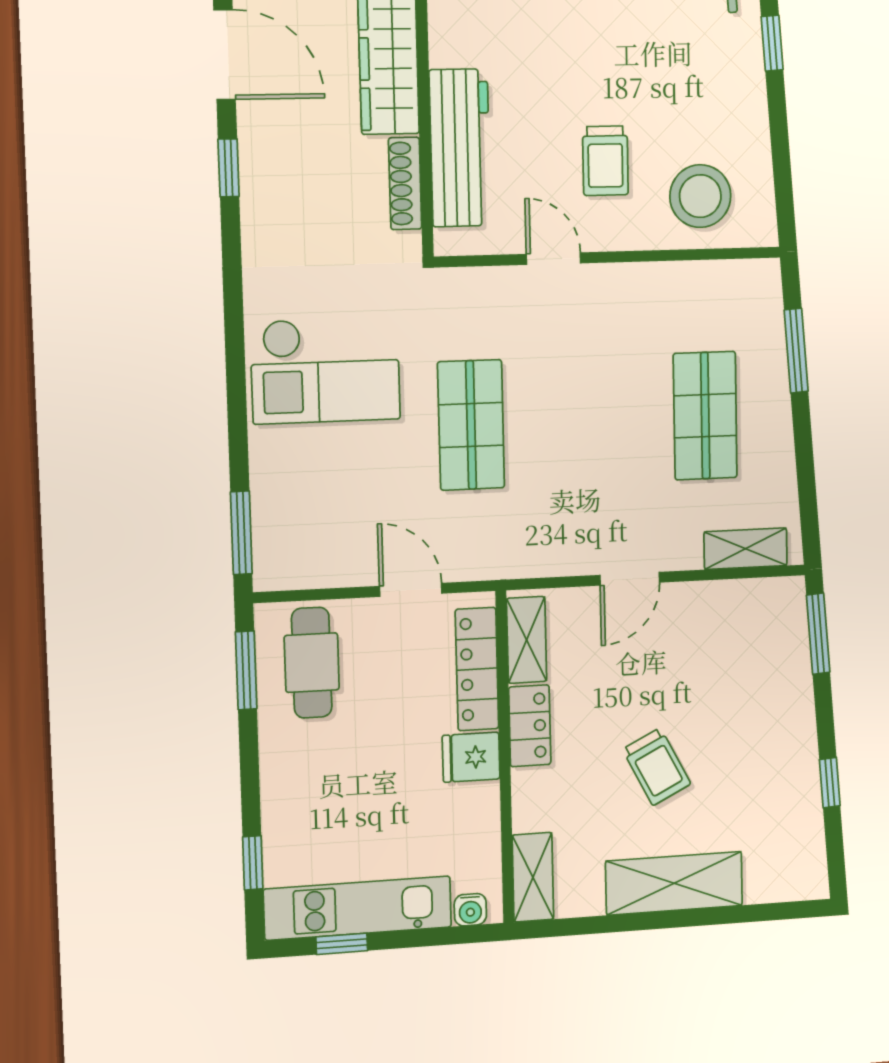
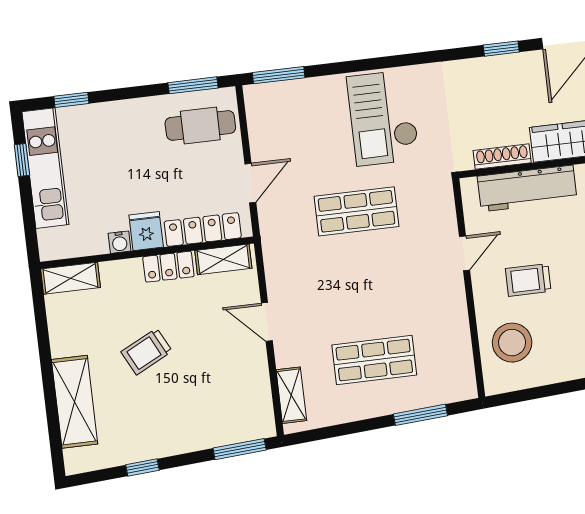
shelving: (674, 883) -> (75, 402), moved
water cooler: (470, 910) -> (120, 242), moved, turned -90

